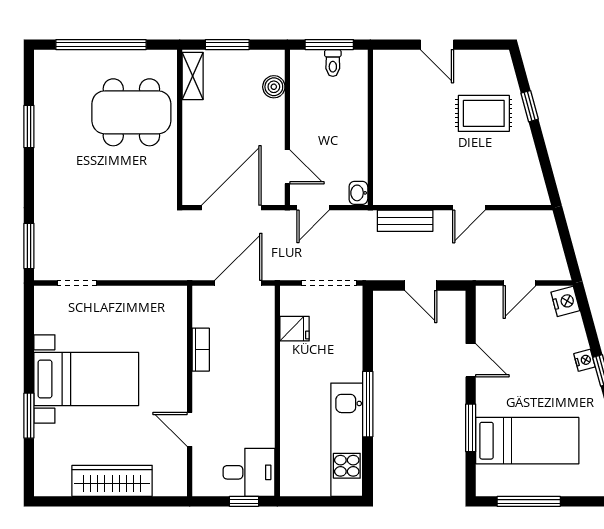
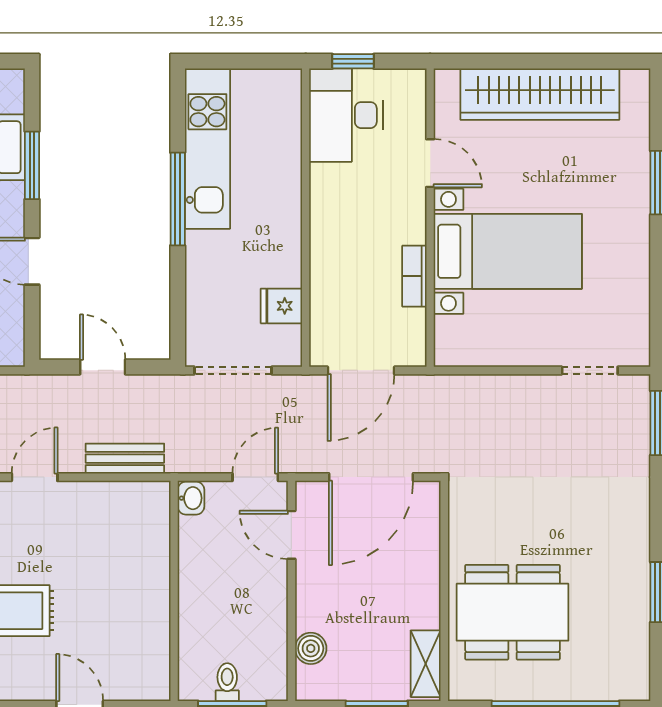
bed with nightstands: (86, 379) -> (508, 251), moved, turned 180
desk: (249, 472) -> (346, 115), width x1.37
wardrobe: (112, 481) -> (540, 94), width x1.40, depth x1.17

